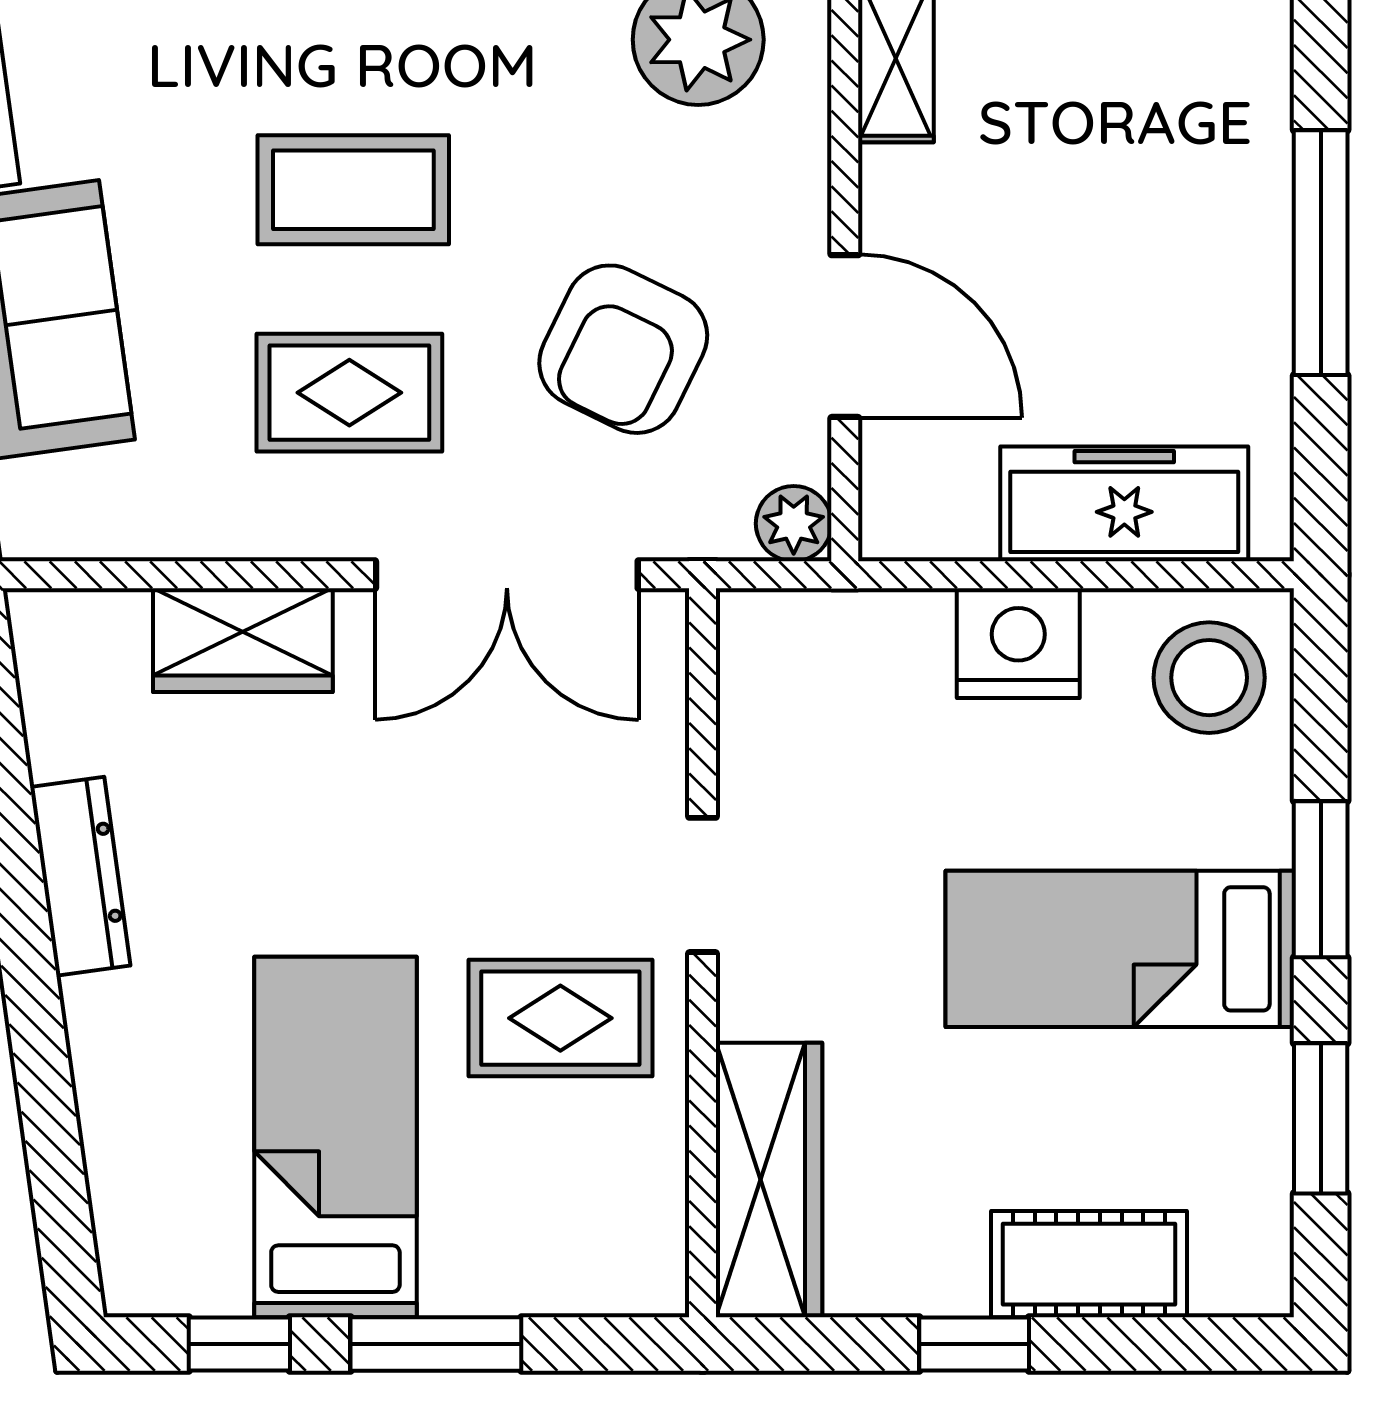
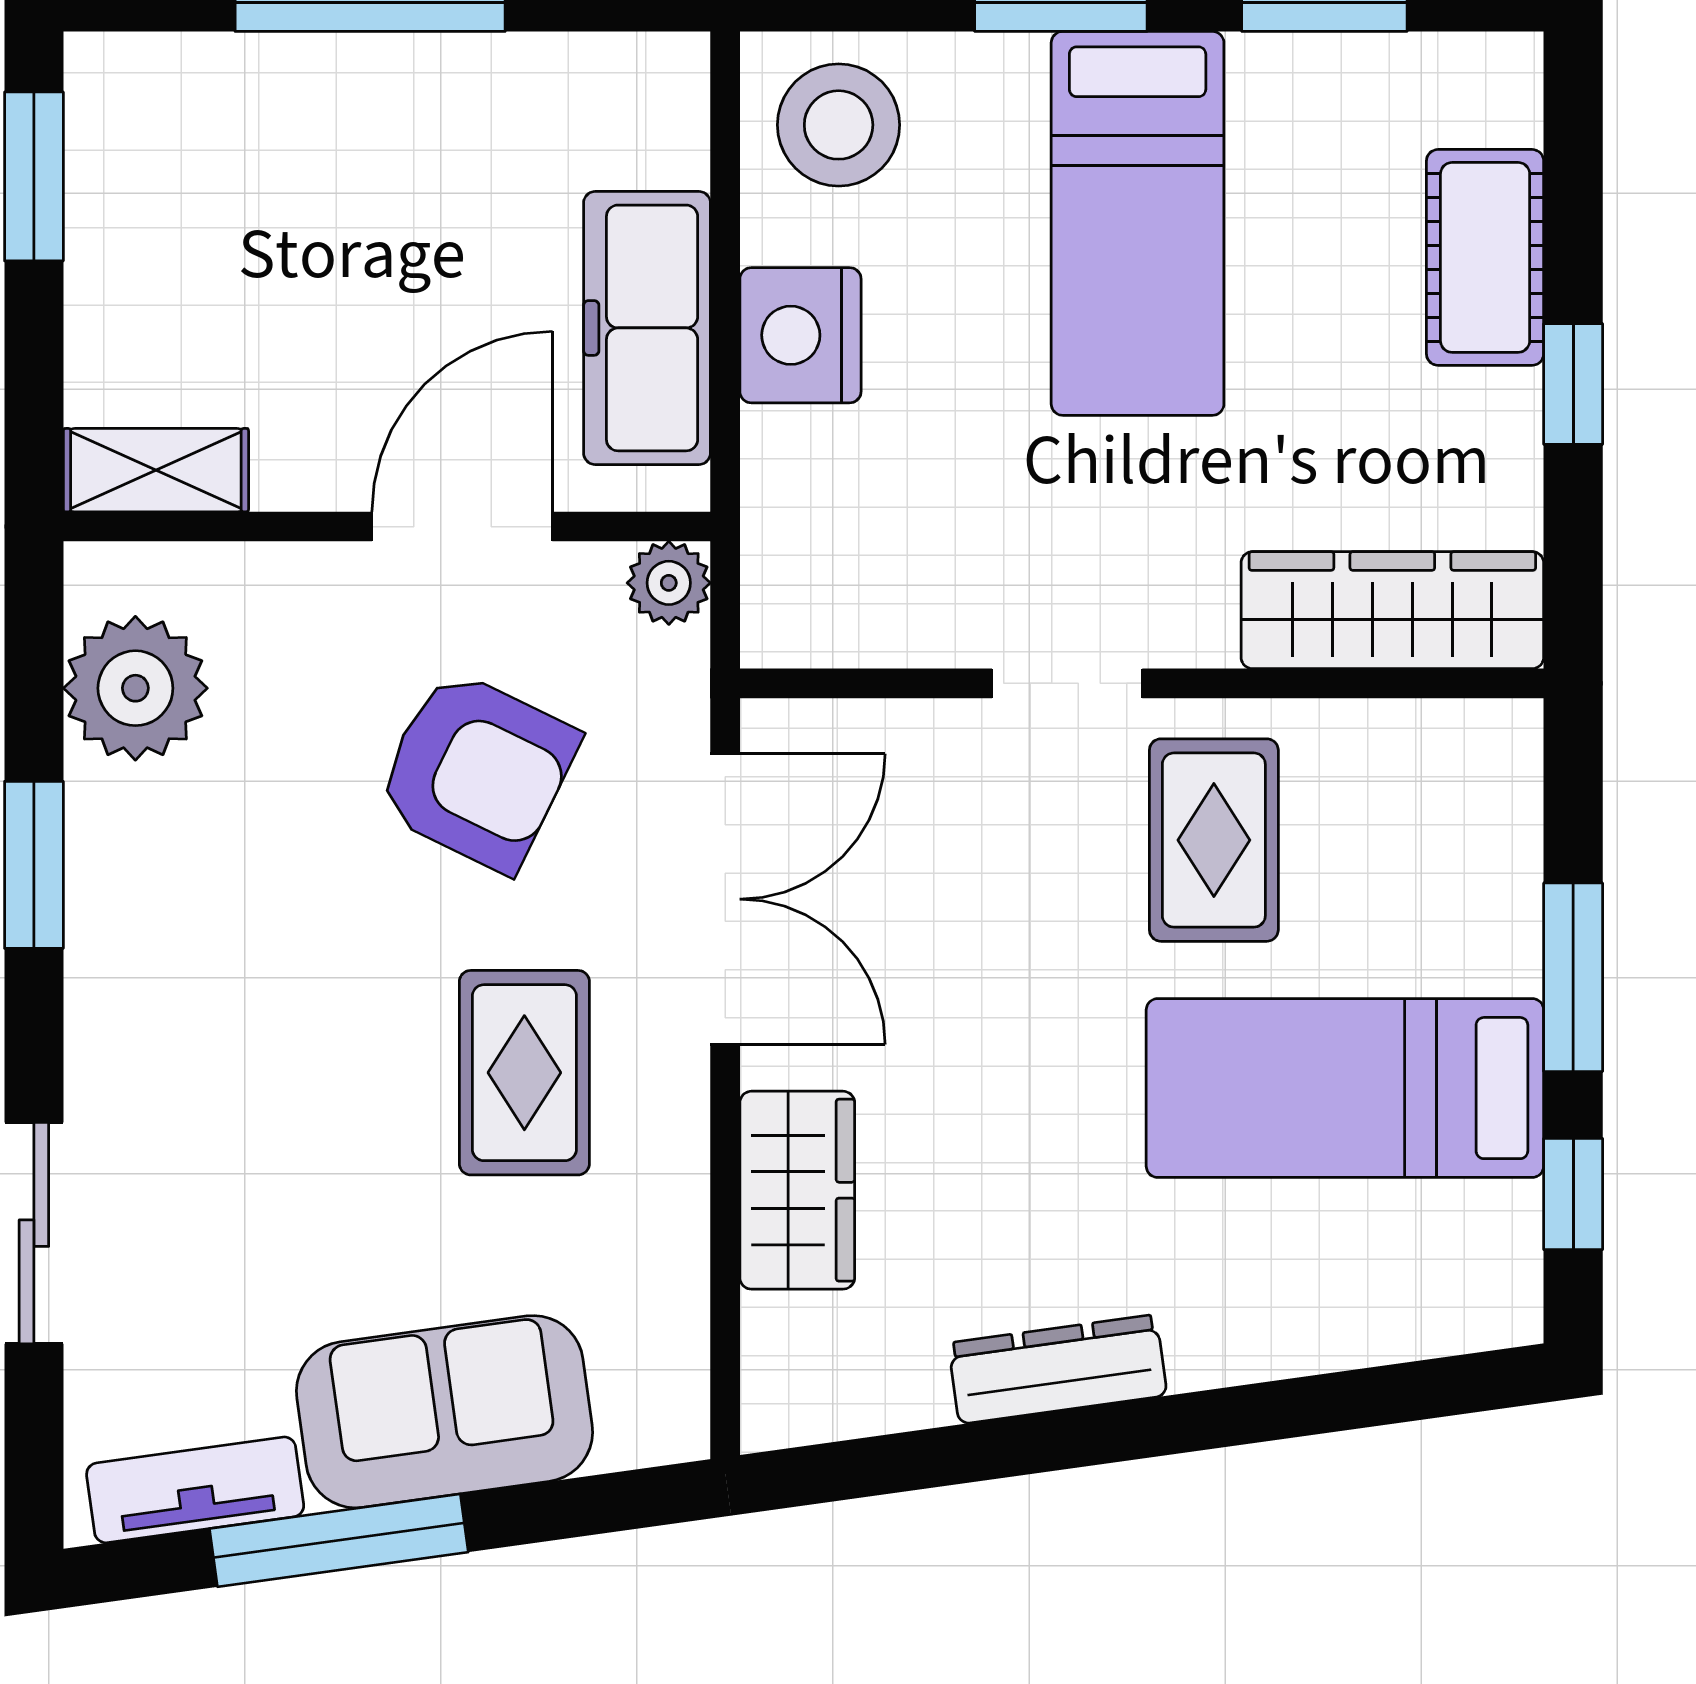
coffee table: (353, 190) -> (301, 1068), removed
freezer: (1124, 504) -> (647, 328), moved

